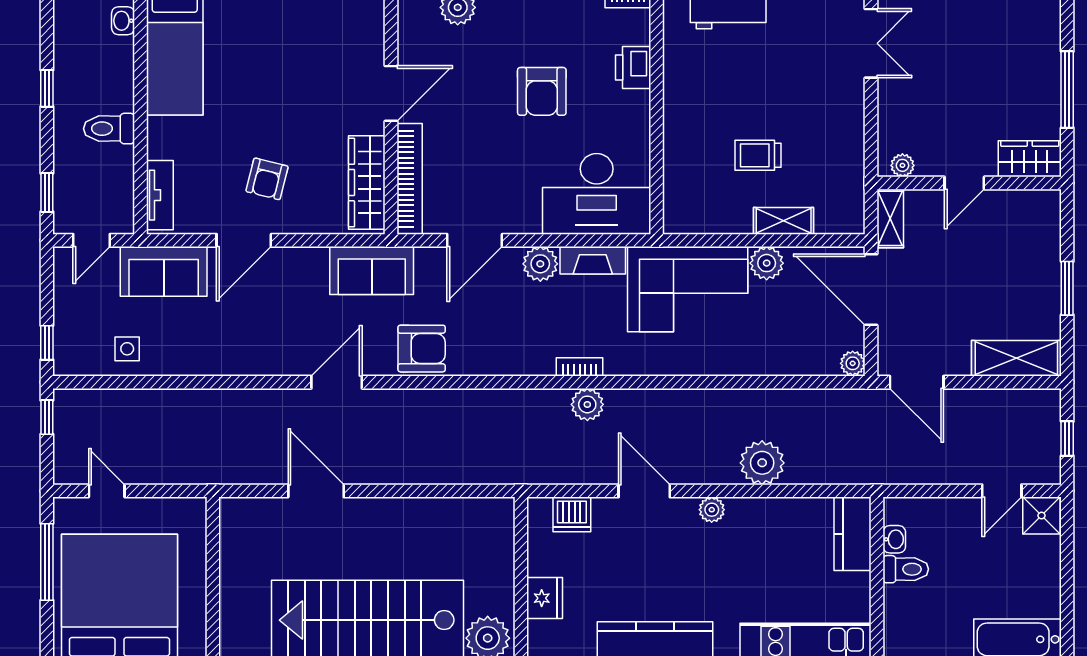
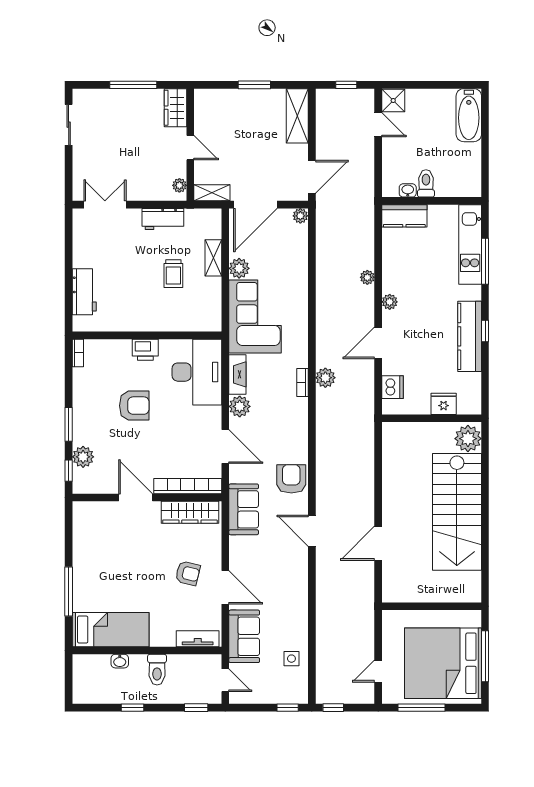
washbasin: (123, 21) -> (120, 661), moved
printer: (633, 68) -> (145, 350), moved
workbench: (847, 138) -> (163, 219), added
plant: (762, 463) -> (367, 277), width x0.53, depth x0.53

